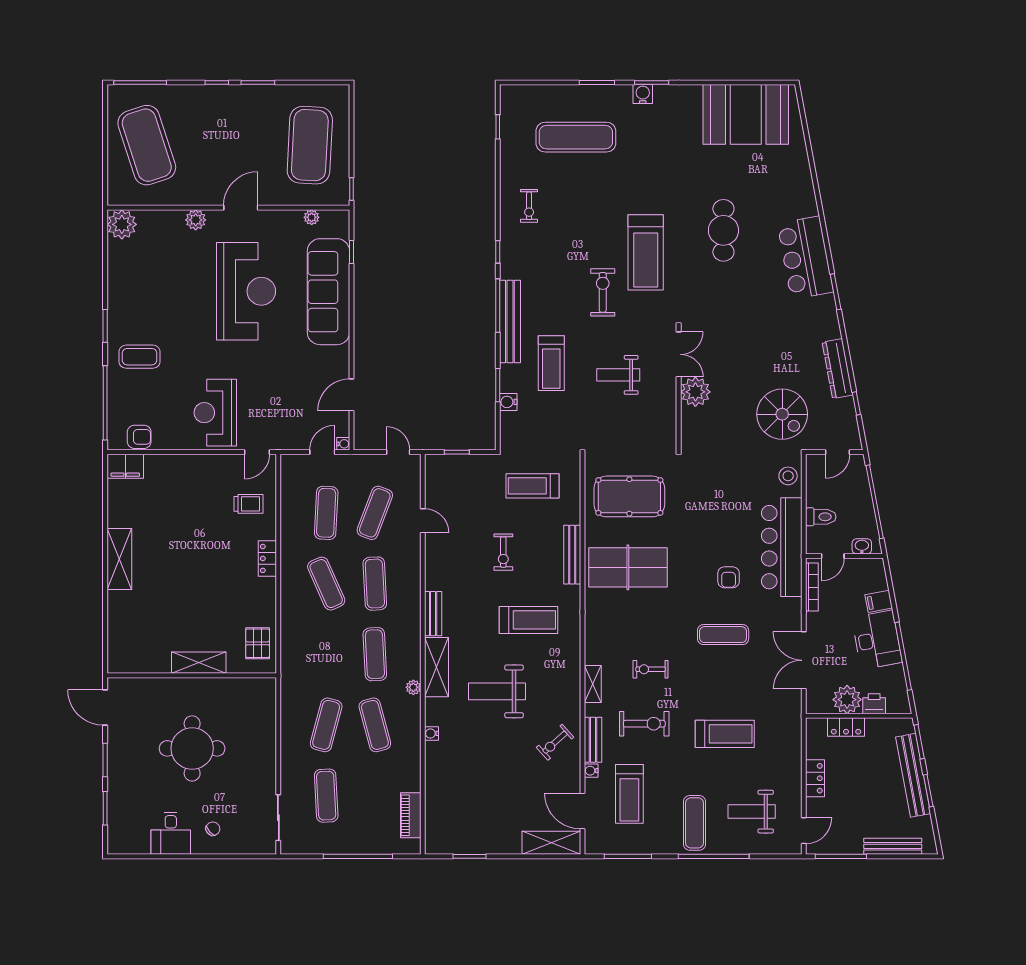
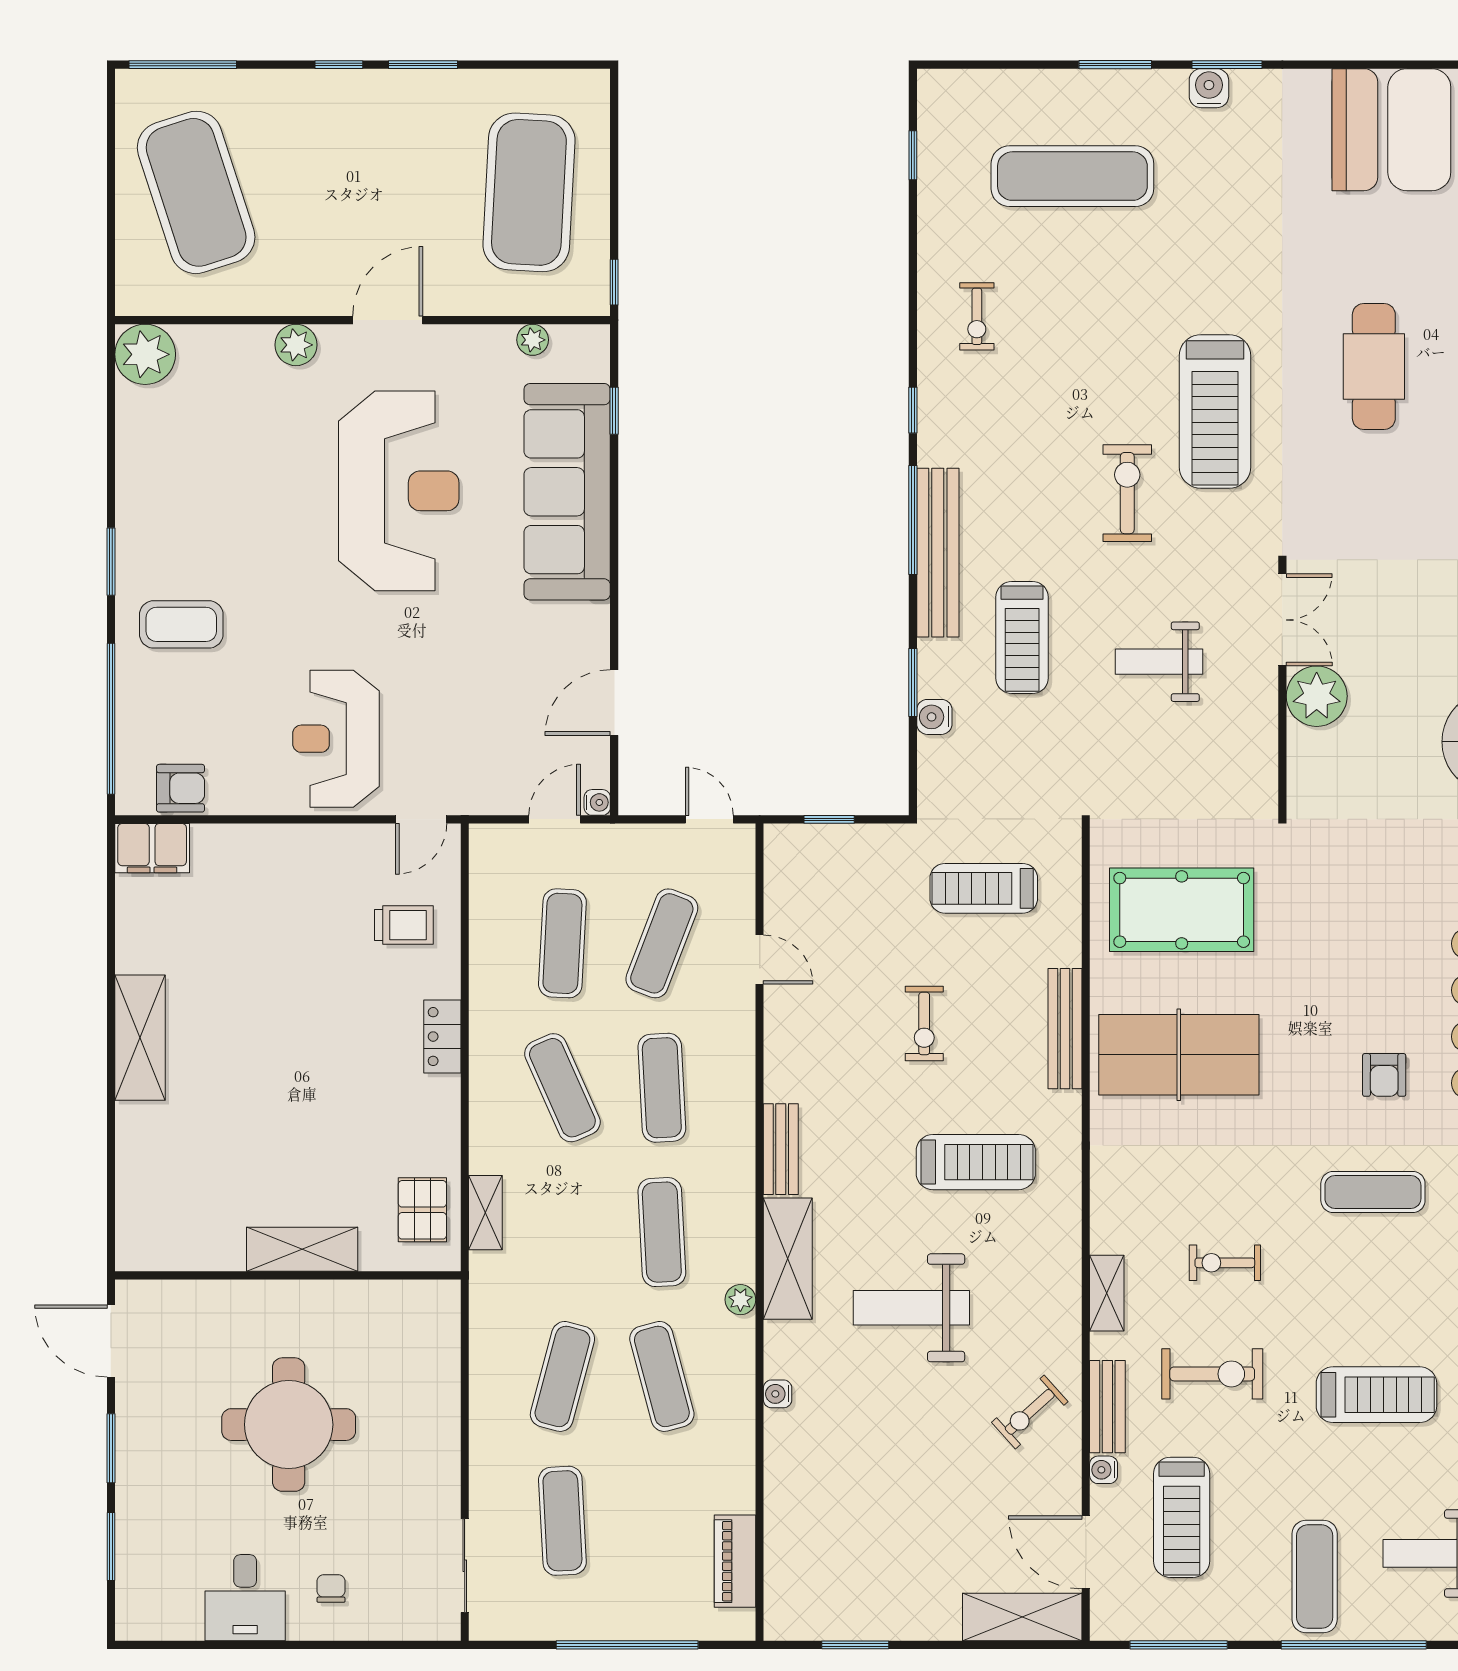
shelving: (288, 645) -> (485, 1213), added
chair: (213, 829) -> (331, 1589), turned -49

